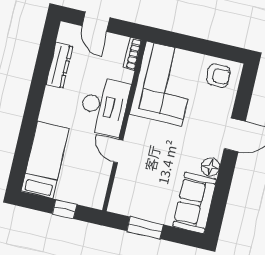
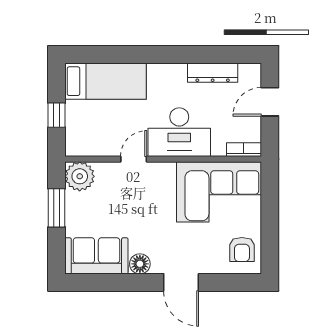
plant: (122, 201) -> (80, 176), added

